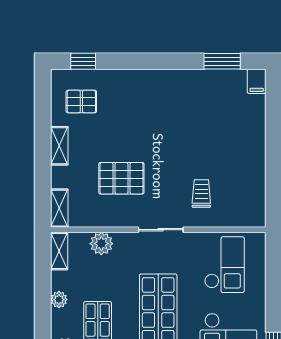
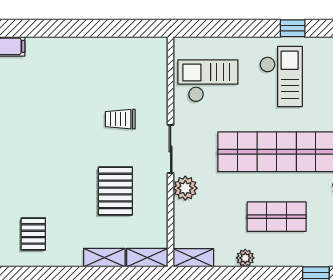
shelving: (59, 146) -> (104, 258), moved
trolley: (201, 194) -> (120, 119), moved
plant: (101, 244) -> (185, 188), moved

